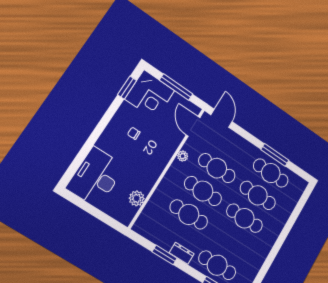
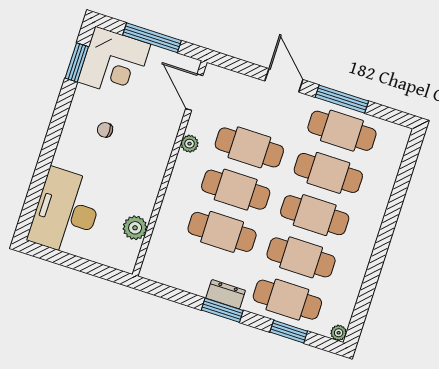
door: (222, 118) -> (284, 80), moved
cafe table: (231, 241) -> (301, 257), added
window: (165, 255) -> (222, 310), moved

